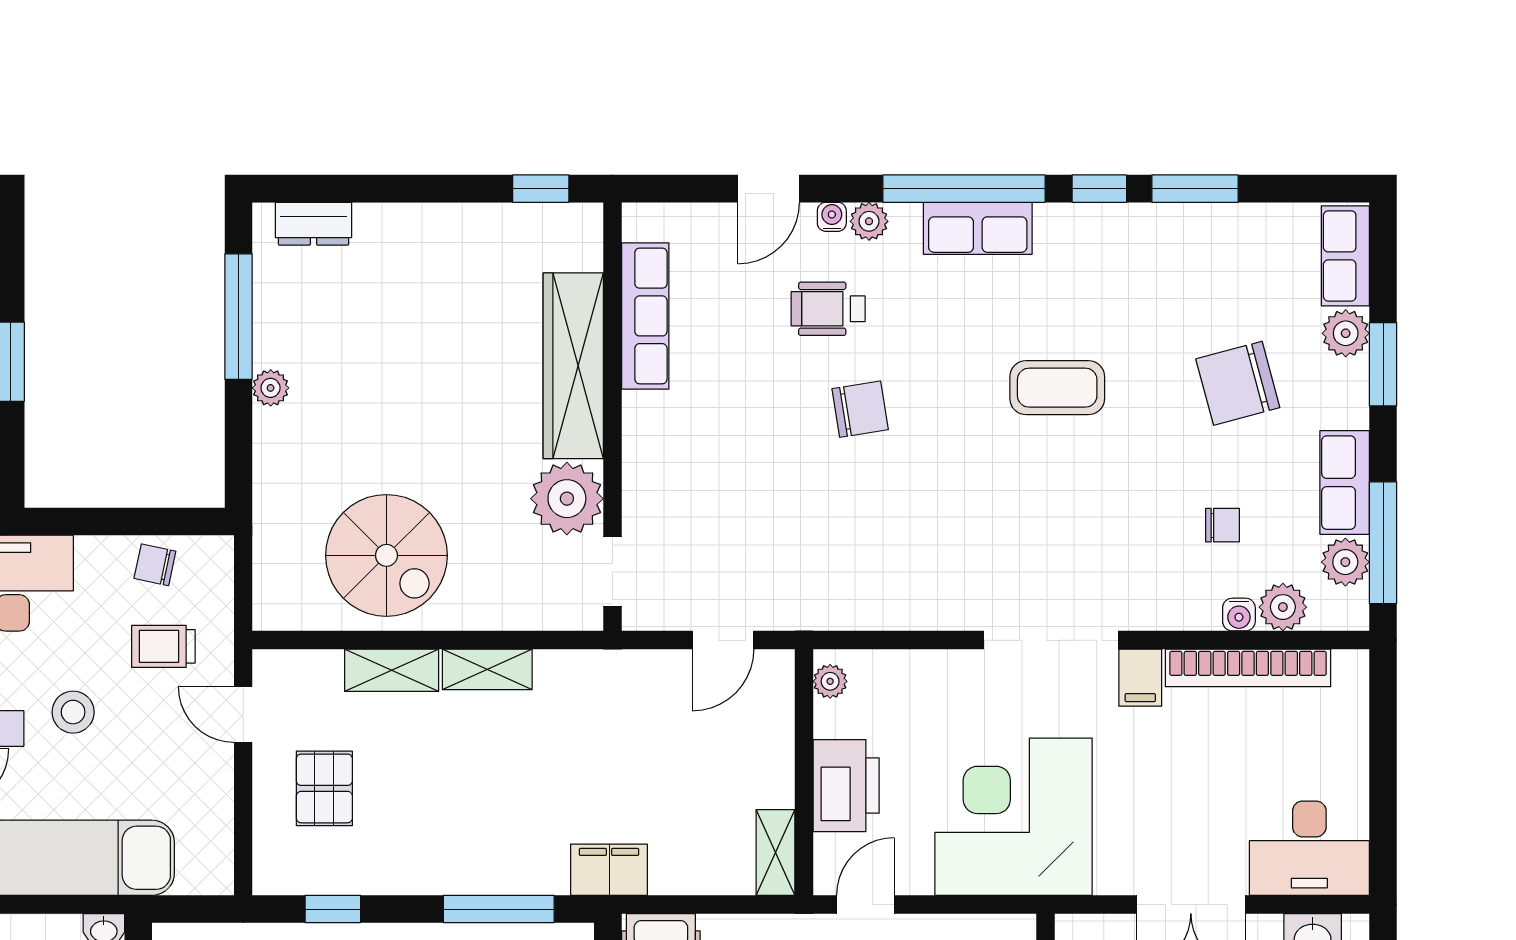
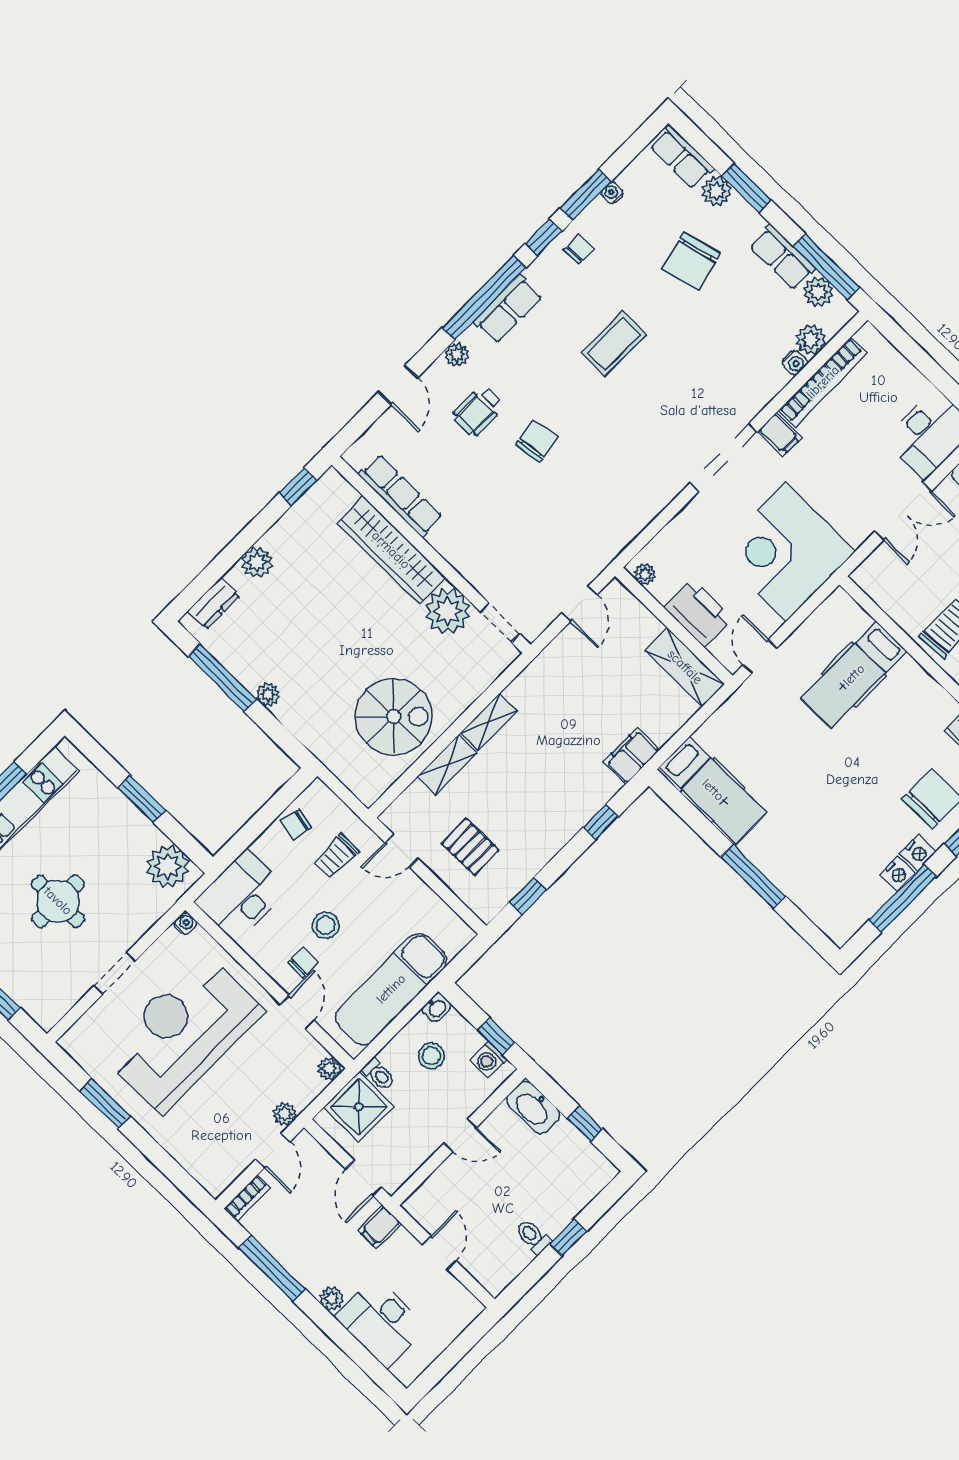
water cooler: (832, 217) -> (612, 193), moved
plant: (409, 227) -> (257, 562), added
chair: (1222, 525) -> (579, 249), moved
shelving: (776, 852) -> (685, 667), width x1.50, depth x1.33
window: (499, 909) -> (601, 822), width x0.46

